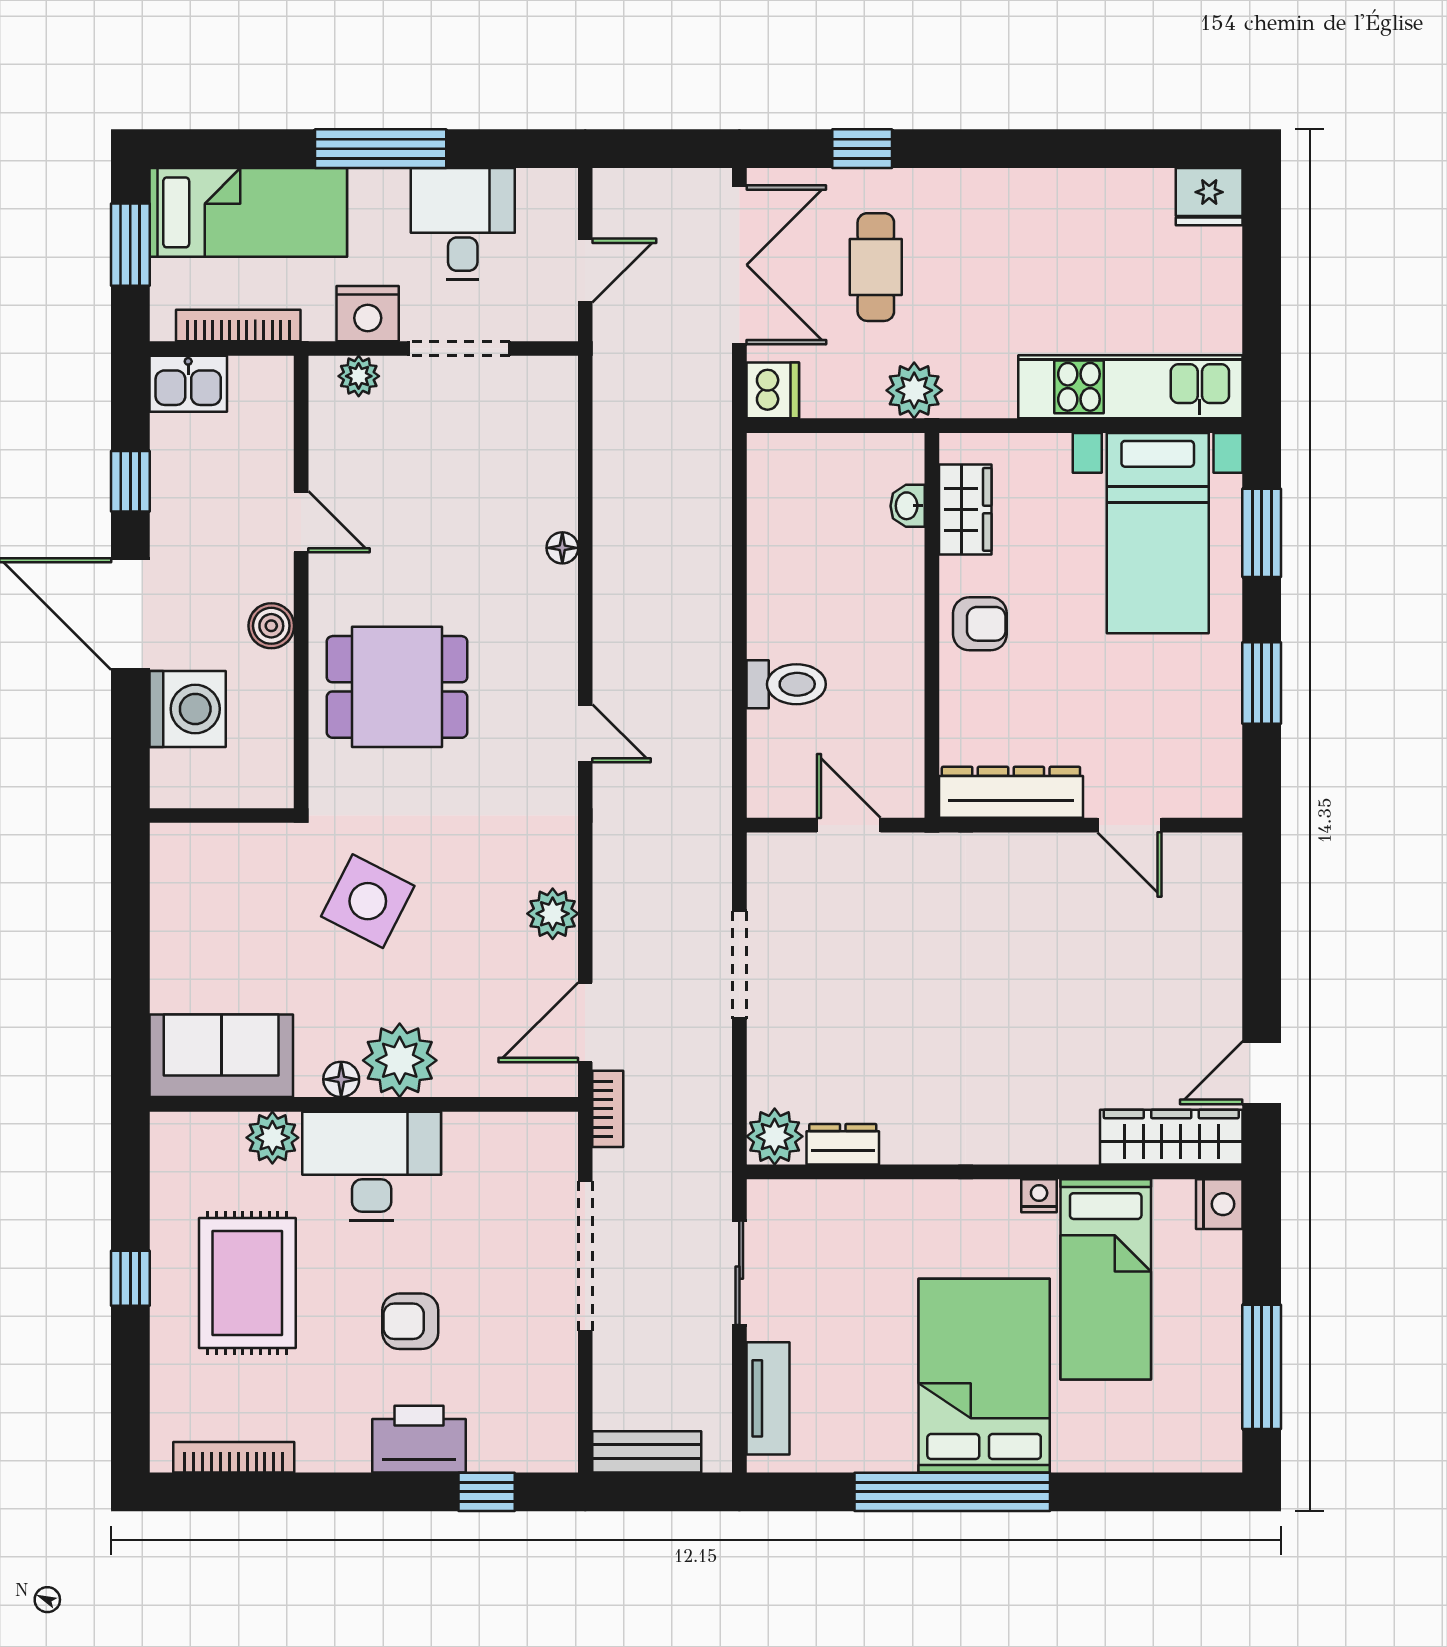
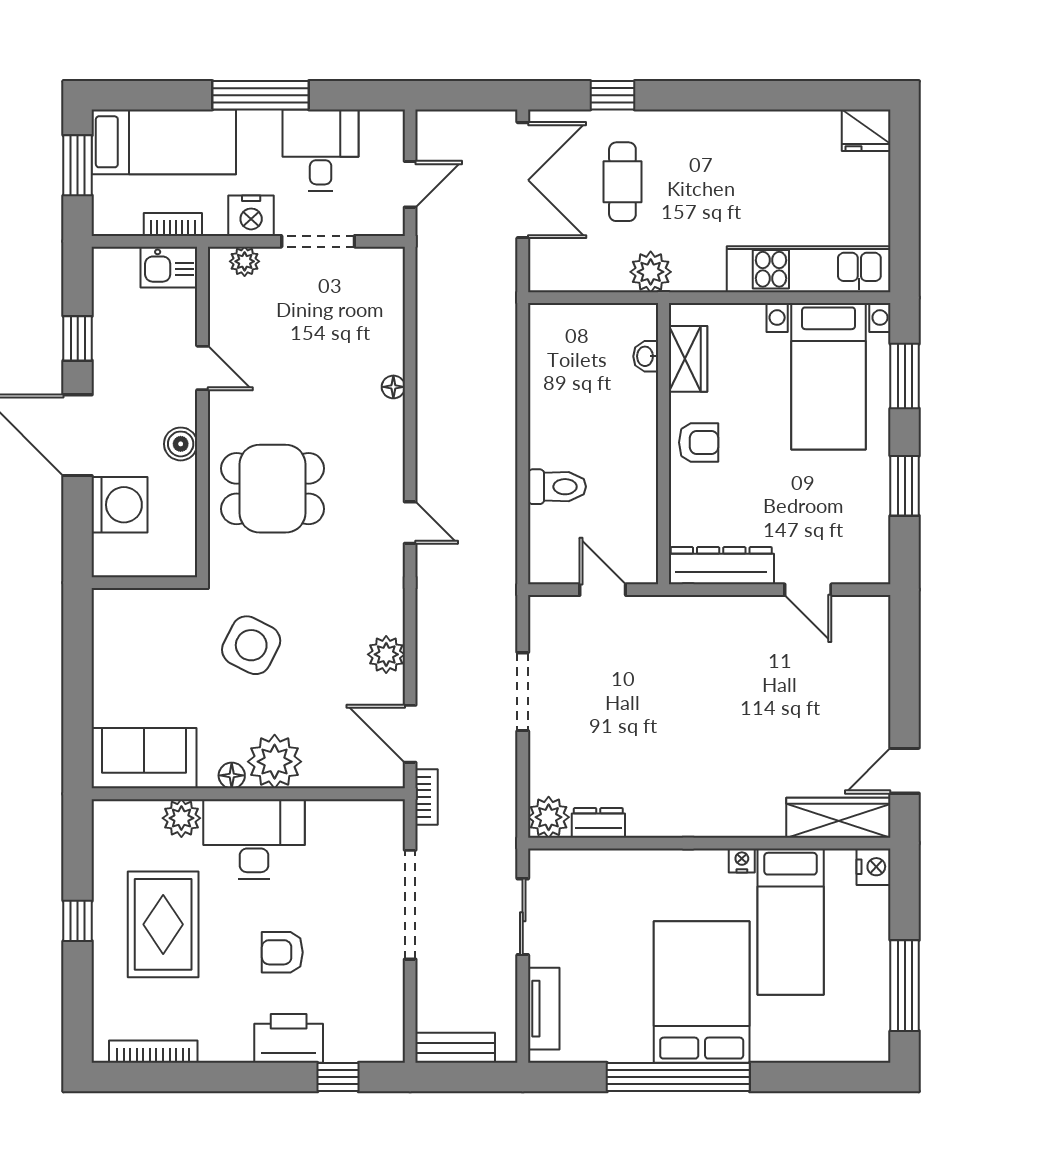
bookcase: (238, 325) -> (173, 224), width x0.64
kitchen sink: (188, 384) -> (169, 267), moved
dishwasher: (773, 390) -> (547, 272), removed
door: (585, 1022) -> (410, 734), hinge flipped

